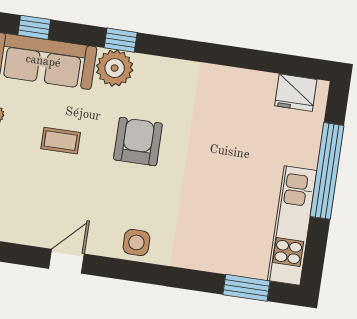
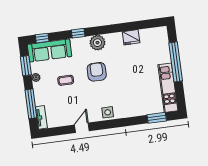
plant: (115, 68) -> (97, 43), moved
fridge: (296, 93) -> (131, 37), moved

